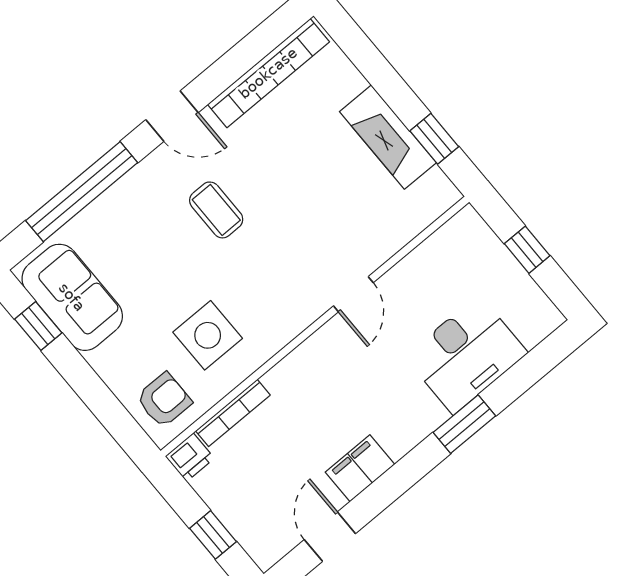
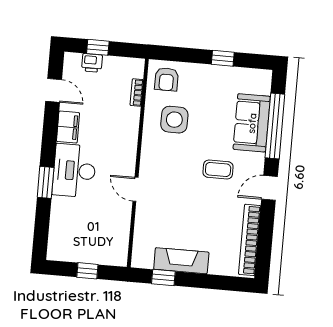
sofa: (72, 297) -> (252, 123), moved, turned 90
window: (38, 326) -> (223, 58), moved
desk: (466, 355) -> (74, 171), moved
bookcase: (233, 413) -> (137, 93), width x0.64
printer: (190, 457) -> (92, 63), moved, turned -90

